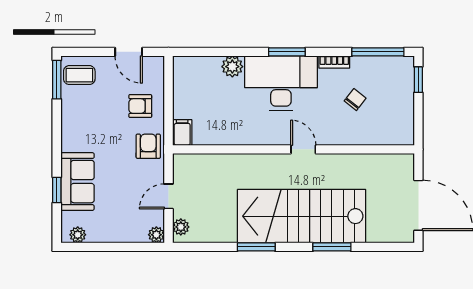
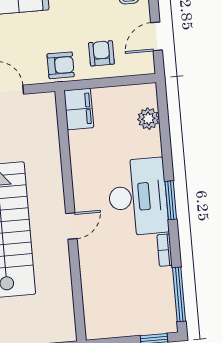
plant: (232, 67) -> (148, 119), moved
chair: (355, 100) -> (128, 275), removed
filing cabinet: (182, 132) -> (79, 109), width x2.00

